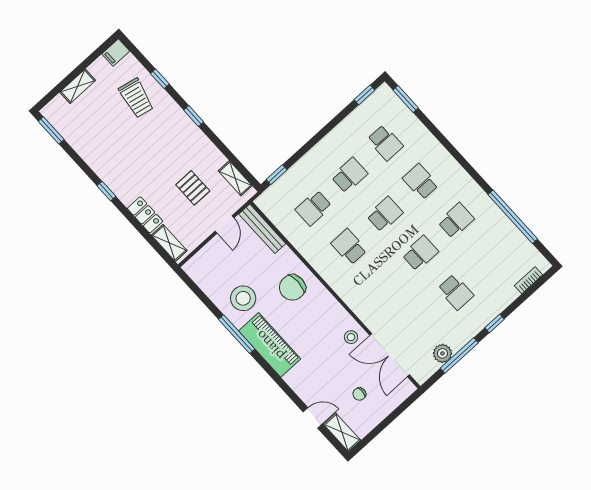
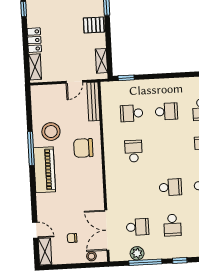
pallet: (193, 188) -> (94, 25), moved, turned 90
school desk: (385, 214) -> (138, 227), moved
stool: (351, 337) -> (91, 256), moved

